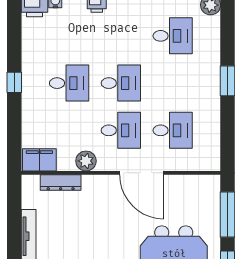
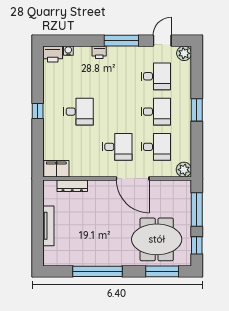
desk: (121, 83) -> (156, 112), moved
plant: (86, 161) -> (184, 170), moved

